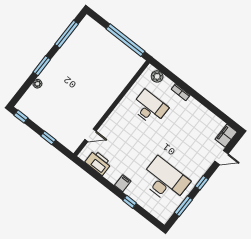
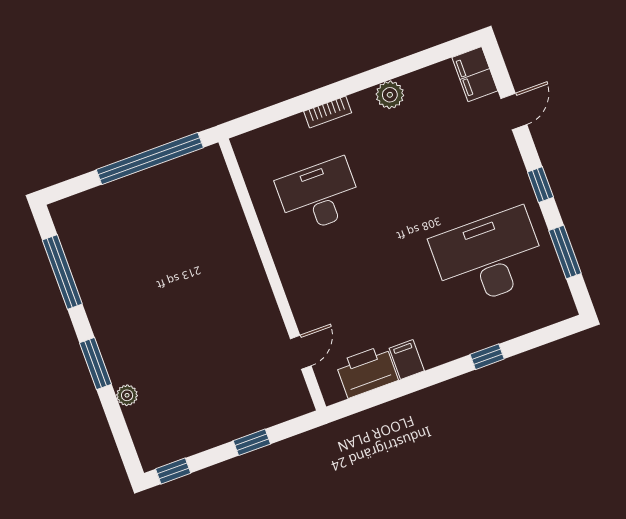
plant: (157, 76) -> (390, 95), moved
filing cabinet: (123, 183) -> (407, 359), moved

